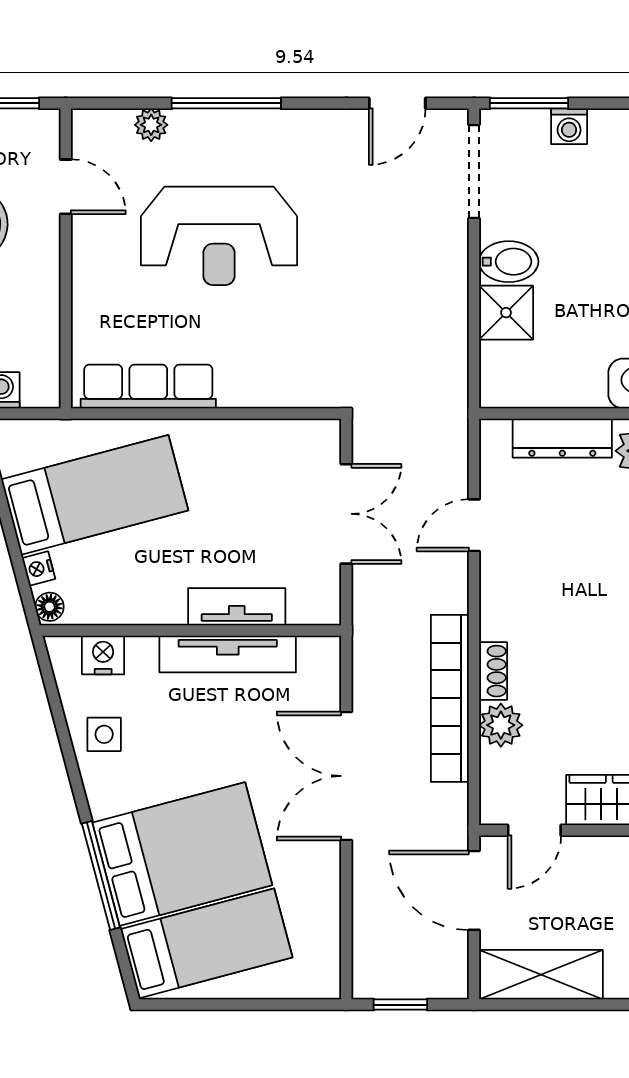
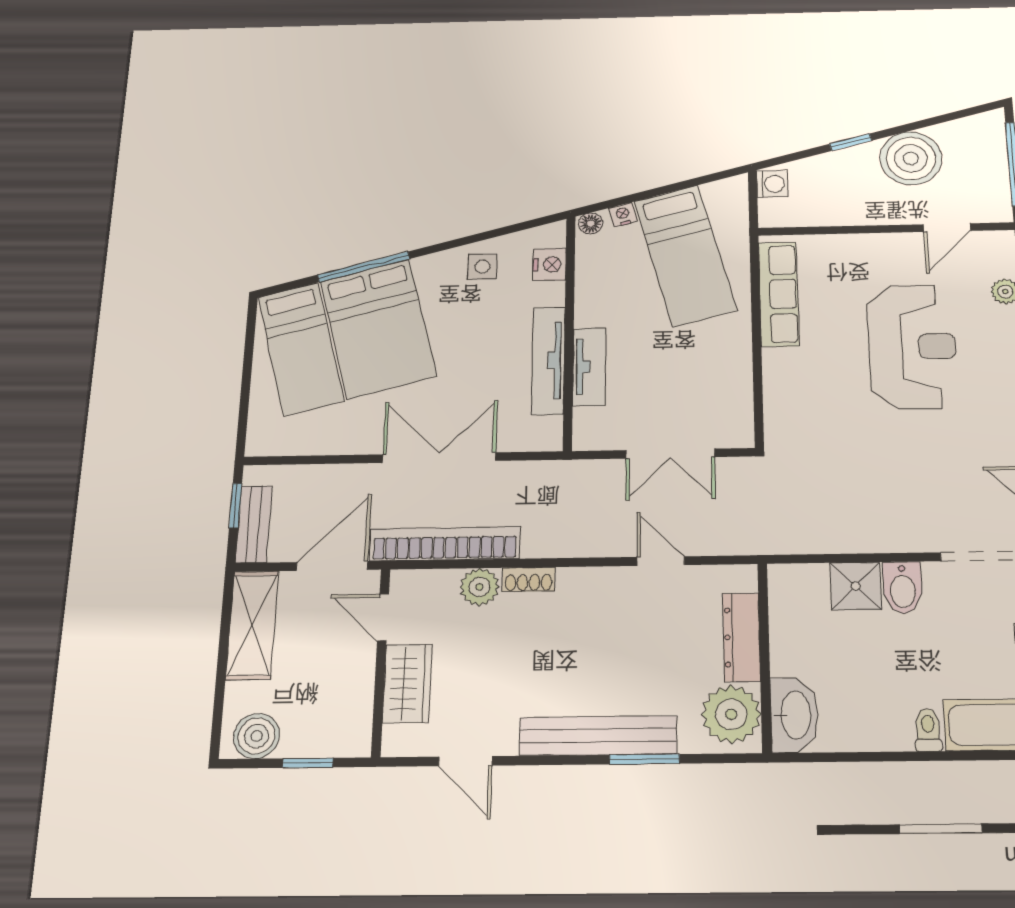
reception desk: (219, 236) -> (912, 346), turned 180
bookcase: (450, 698) -> (445, 544), moved
bench: (423, 982) -> (254, 524), added

